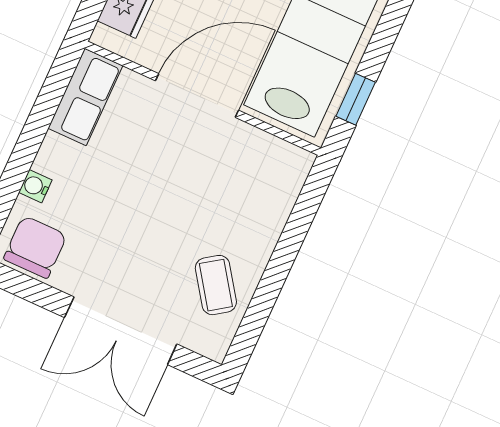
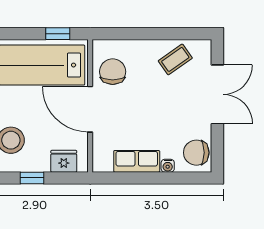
row of seats: (85, 97) -> (137, 161), moved
chair: (245, 165) -> (113, 72), added

